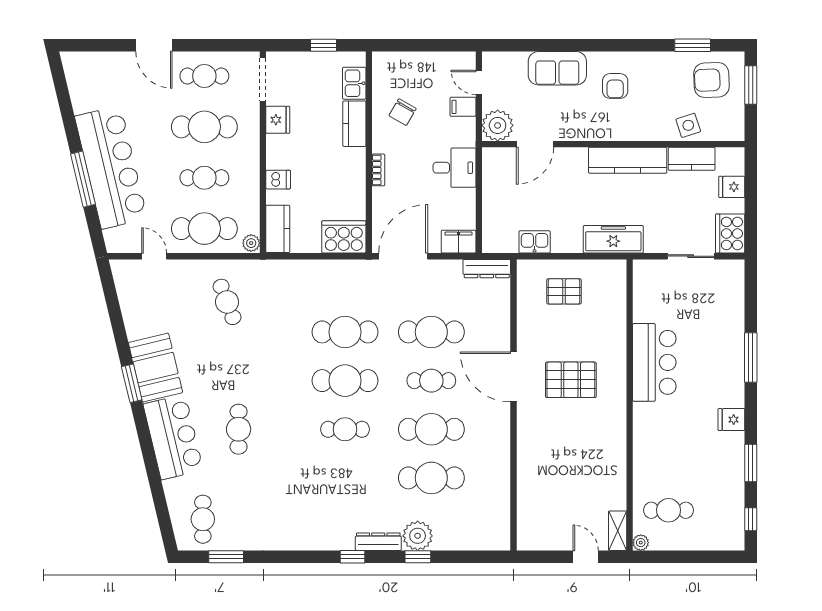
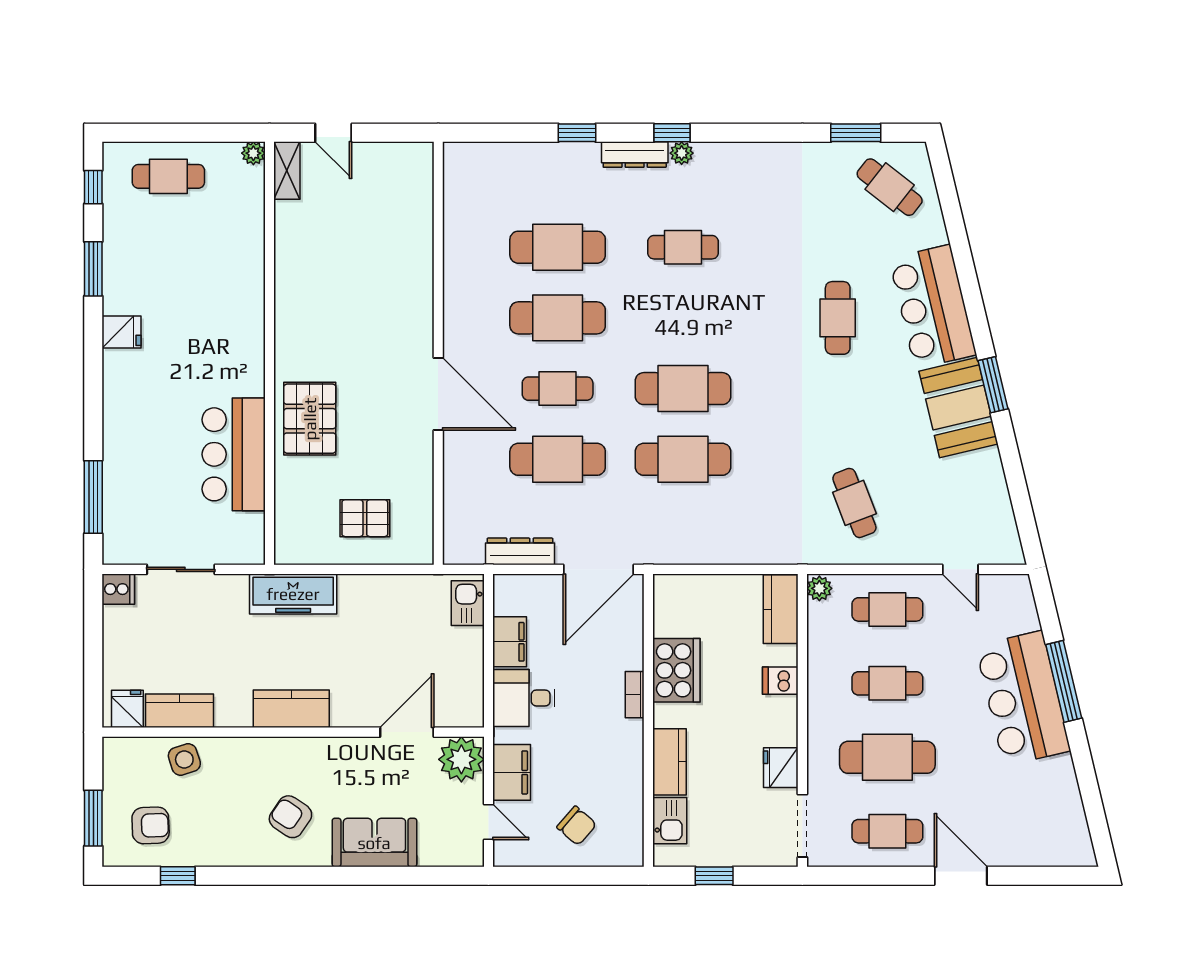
window: (693, 45) -> (178, 876), width x0.67
armchair: (711, 80) -> (151, 825), width x0.72, depth x0.72
armchair: (615, 86) -> (290, 817), turned -56
filing cabinet: (463, 107) -> (512, 772), width x2.00
chair: (403, 112) -> (577, 826), moved, turned 101
kitchen counter: (628, 160) -> (291, 709), width x0.67
bar counter: (111, 167) -> (1023, 698), width x0.73
fridge: (732, 187) -> (127, 709), moved, turned -90
cafe table: (204, 229) -> (887, 609), width x0.73, depth x0.74
cooker: (730, 233) -> (118, 589), width x0.53, depth x0.76
cooker: (344, 237) -> (676, 670), moved, turned -90
filing cabinet: (459, 242) -> (510, 642), moved, turned -90
kitchen sink: (535, 242) -> (468, 603), moved, turned 90
dresser: (487, 269) -> (520, 551), moved
window: (751, 357) -> (93, 497), moved
bar counter: (654, 362) -> (234, 454), moved
pallet: (571, 380) -> (310, 419), moved, turned 90
cafe table: (345, 429) -> (683, 247), moved
cafe table: (669, 510) -> (168, 176), moved
cafe table: (203, 519) -> (890, 187), turned -52
plant: (418, 536) -> (682, 153), moved, width x0.53, depth x0.53

